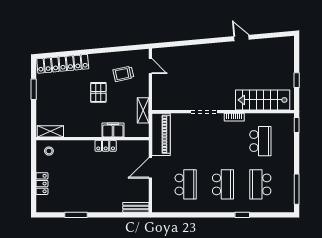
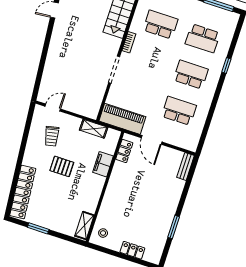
locker: (106, 146) -> (124, 151), moved

